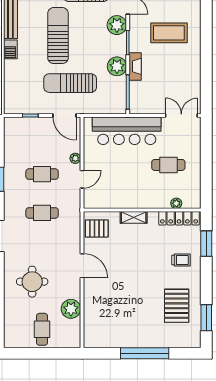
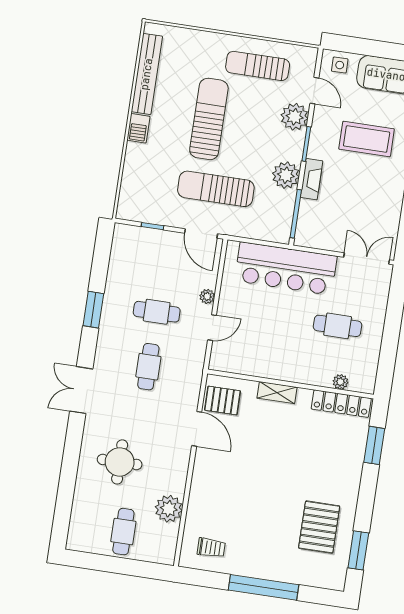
cafe table: (42, 213) -> (148, 367), turned 90
trolley: (181, 260) -> (211, 548), moved
door: (82, 266) -> (197, 429), moved

